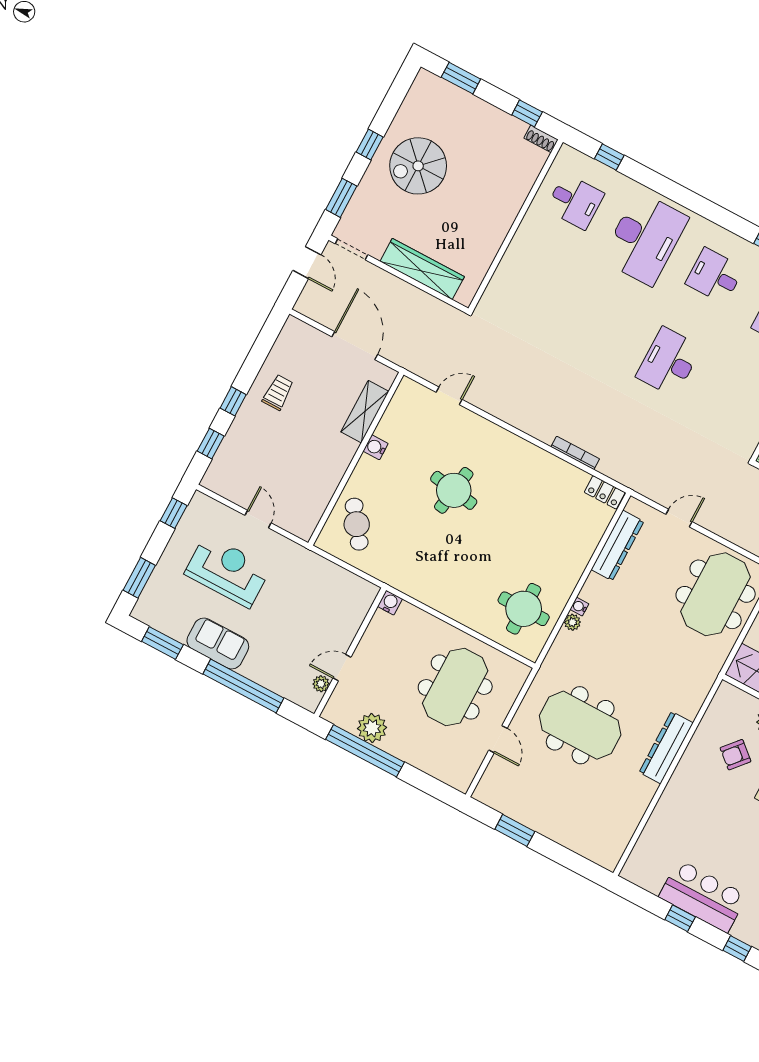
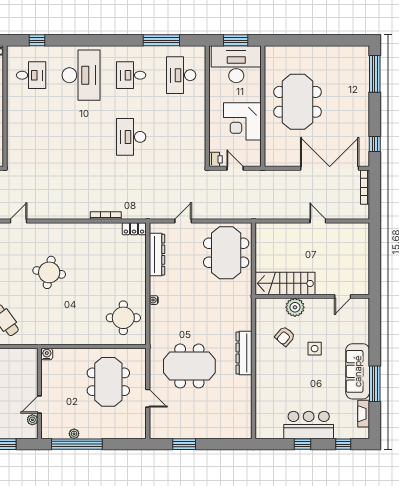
plant: (572, 622) -> (155, 311), removed
plant: (372, 728) -> (74, 434), width x0.53, depth x0.53

